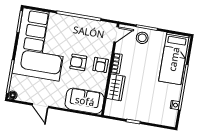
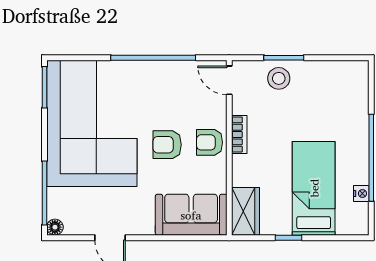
door: (116, 34) -> (229, 80), swing flipped
bed: (174, 59) -> (314, 188), moved, turned 180
armchair: (101, 65) -> (209, 142), turned 90
wardrobe: (116, 87) -> (245, 211), moved

